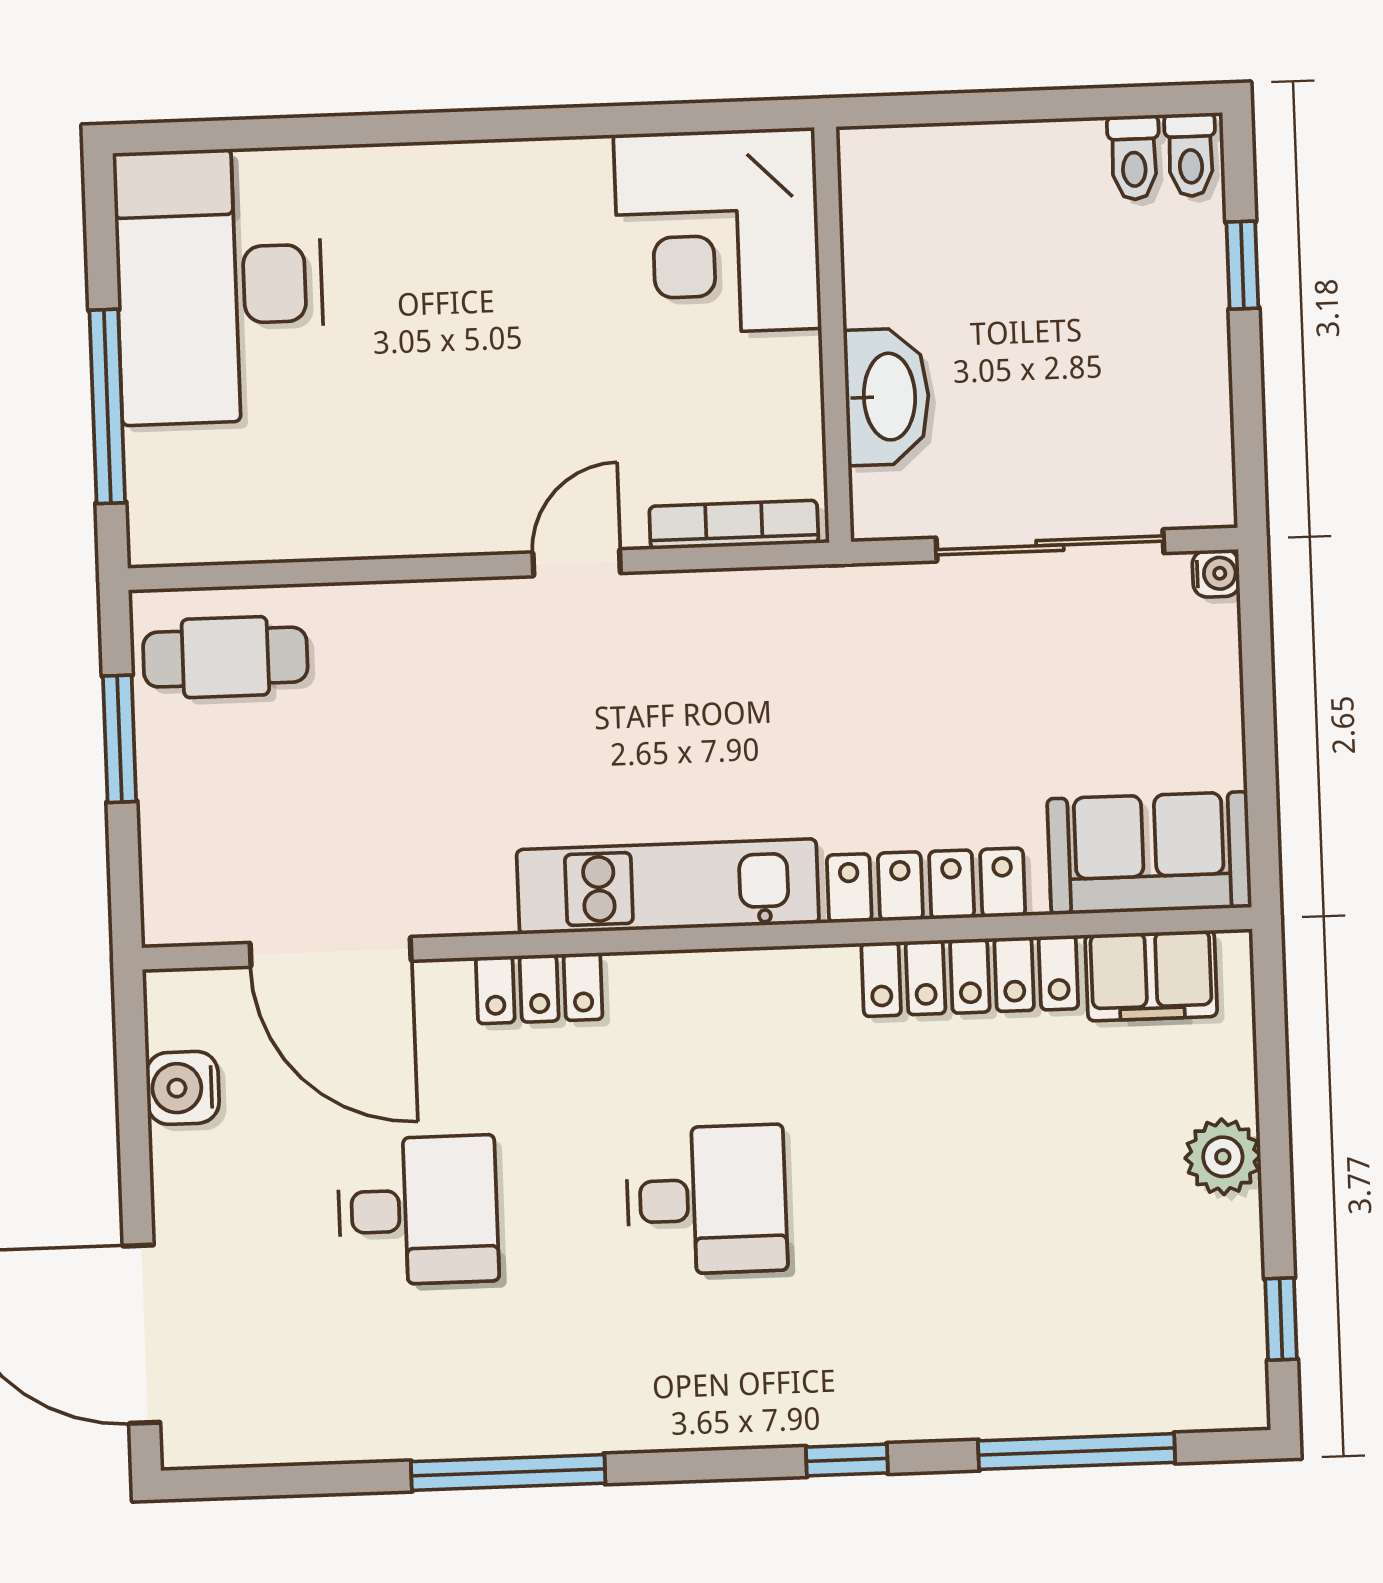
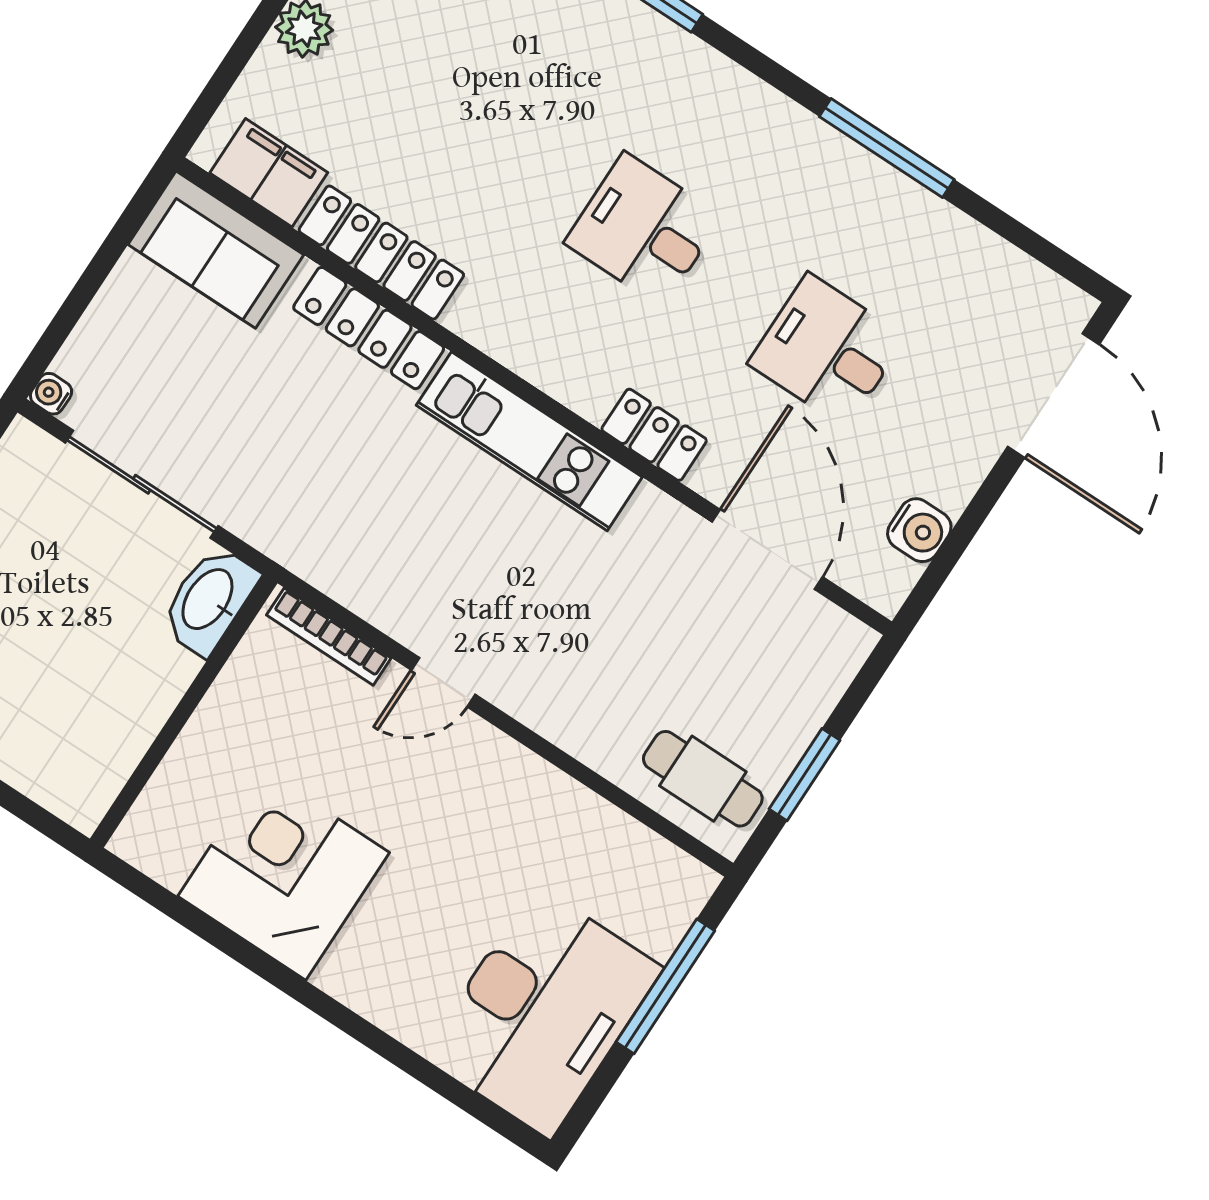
corner desk: (717, 232) -> (284, 874), moved, turned -90
washbasin: (887, 397) -> (209, 600), moved

